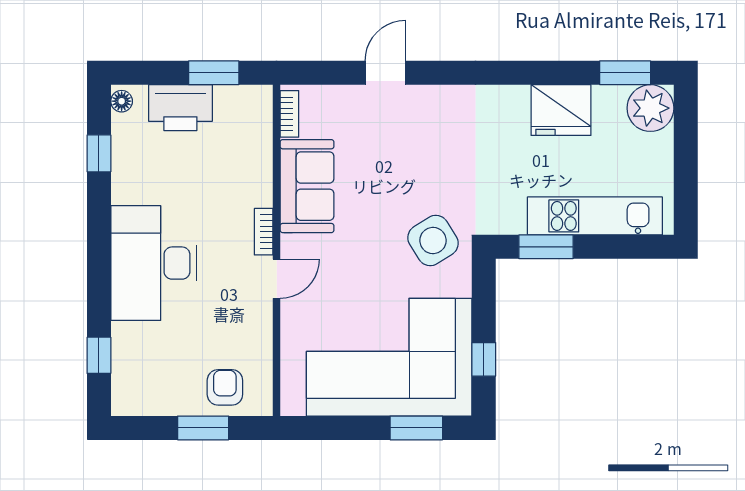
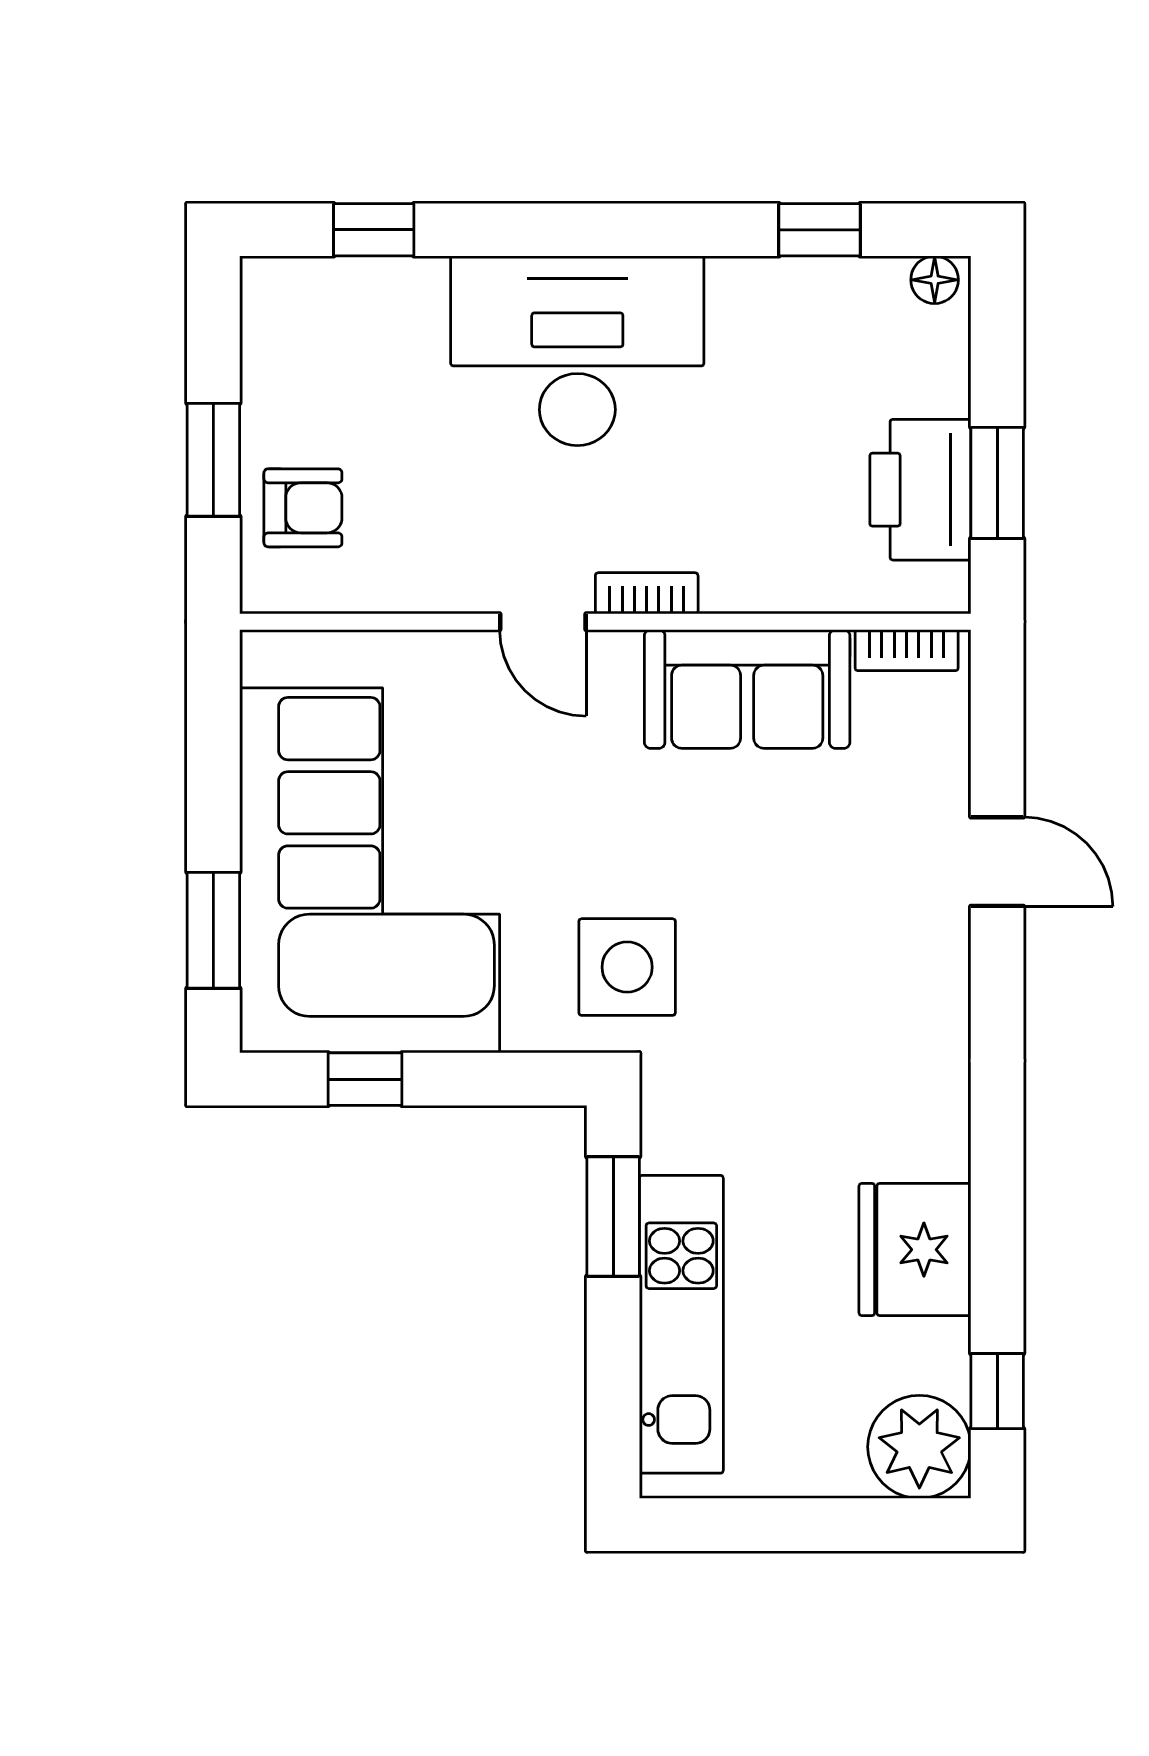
window: (625, 73) -> (997, 1391), width x0.67
printer: (180, 108) -> (920, 490), moved
side table: (433, 241) -> (627, 967), turned 32

